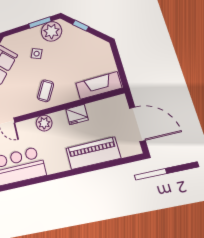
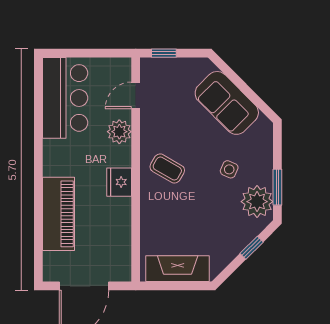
fireplace: (99, 86) -> (178, 269), moved, turned -90
fridge: (77, 115) -> (119, 182), moved
plant: (44, 123) -> (119, 132), moved

